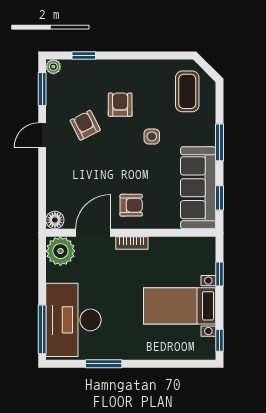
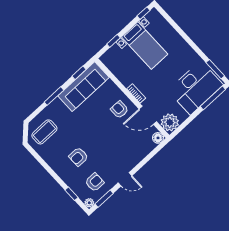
armchair: (85, 125) -> (95, 182), moved, turned -153
side table: (152, 136) -> (80, 129), removed
window: (104, 364) -> (215, 69), moved

